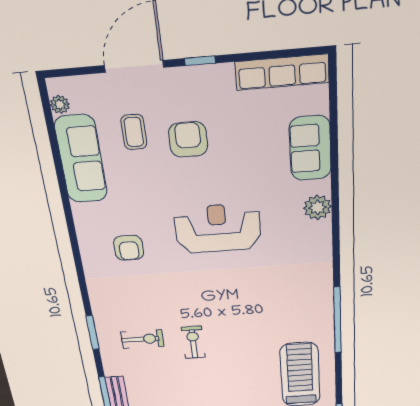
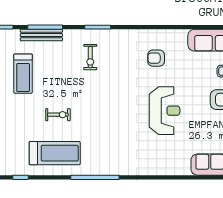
plant: (317, 207) -> (173, 167), removed
exercise bike: (193, 342) -> (58, 115), moved

